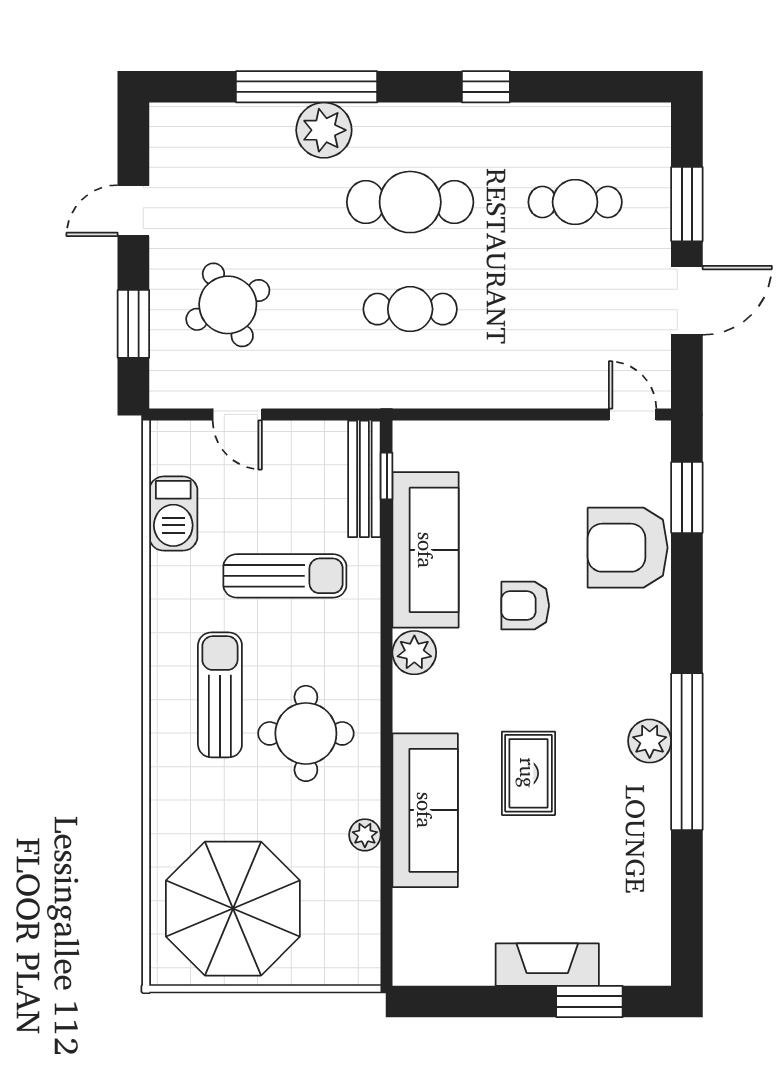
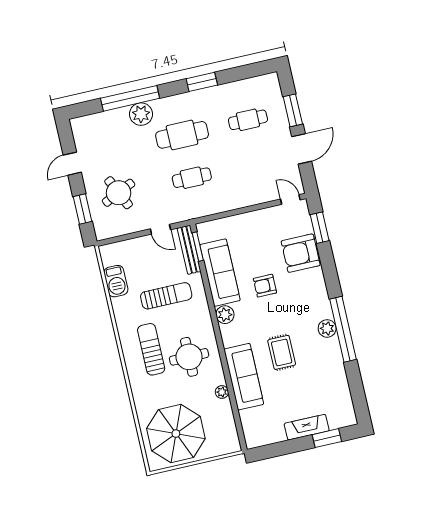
window: (486, 87) -> (202, 82), width x1.50
door: (237, 415) -> (160, 229), moved
window: (387, 476) -> (198, 247), width x1.50

